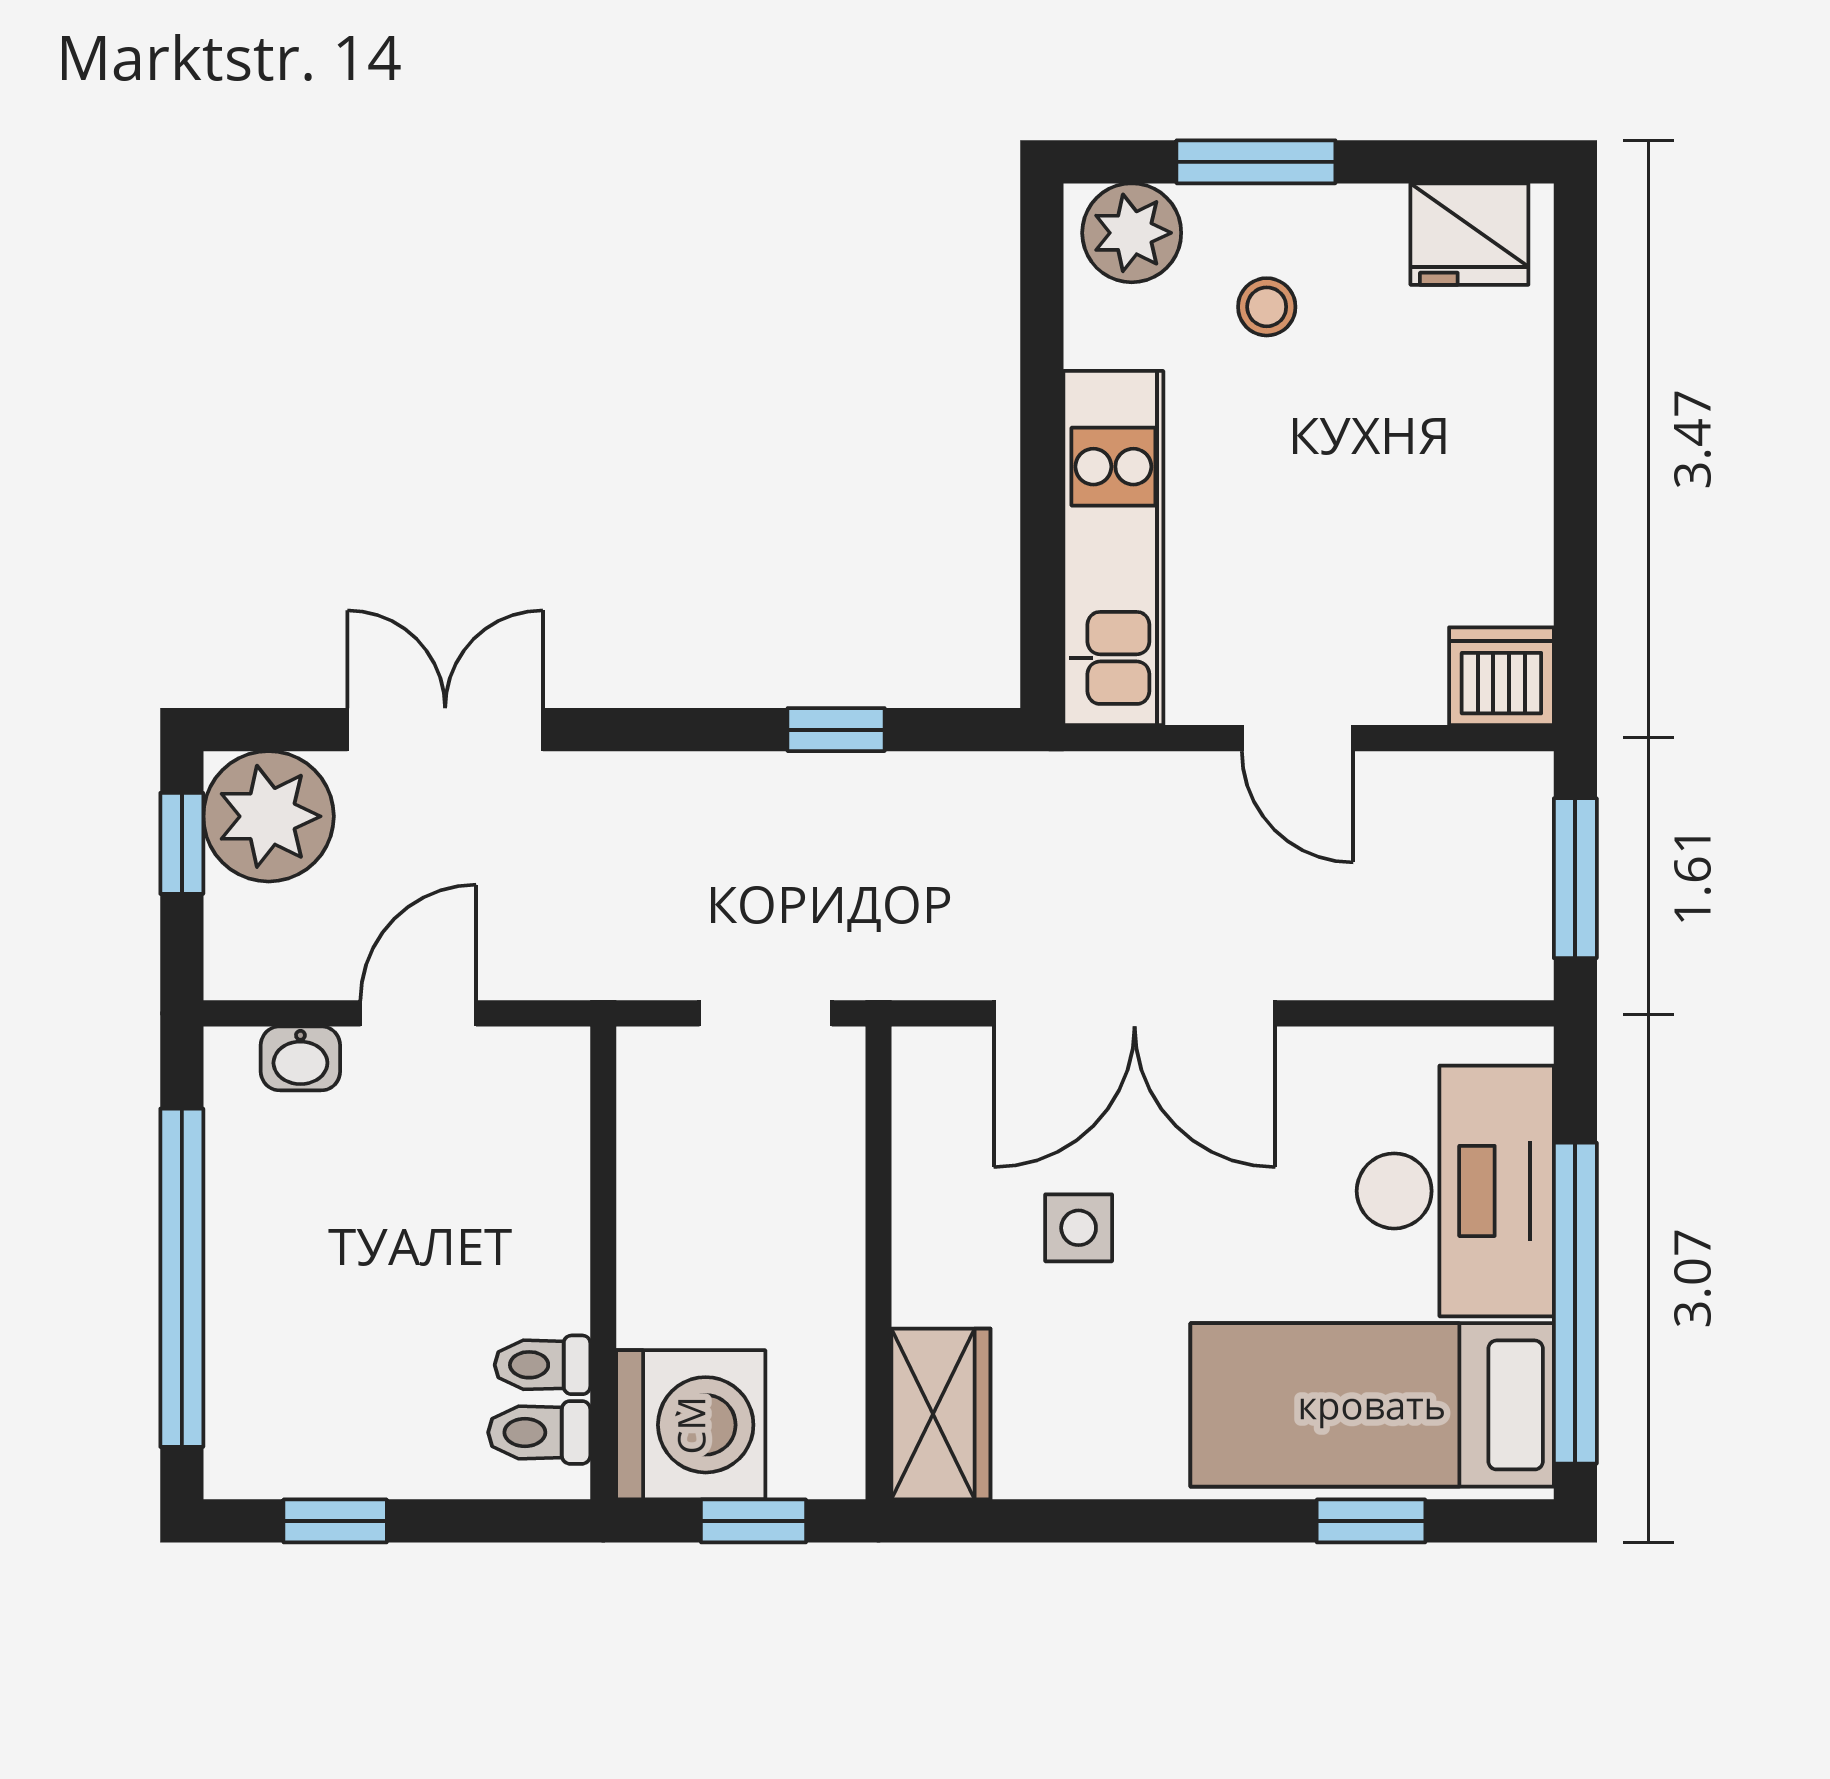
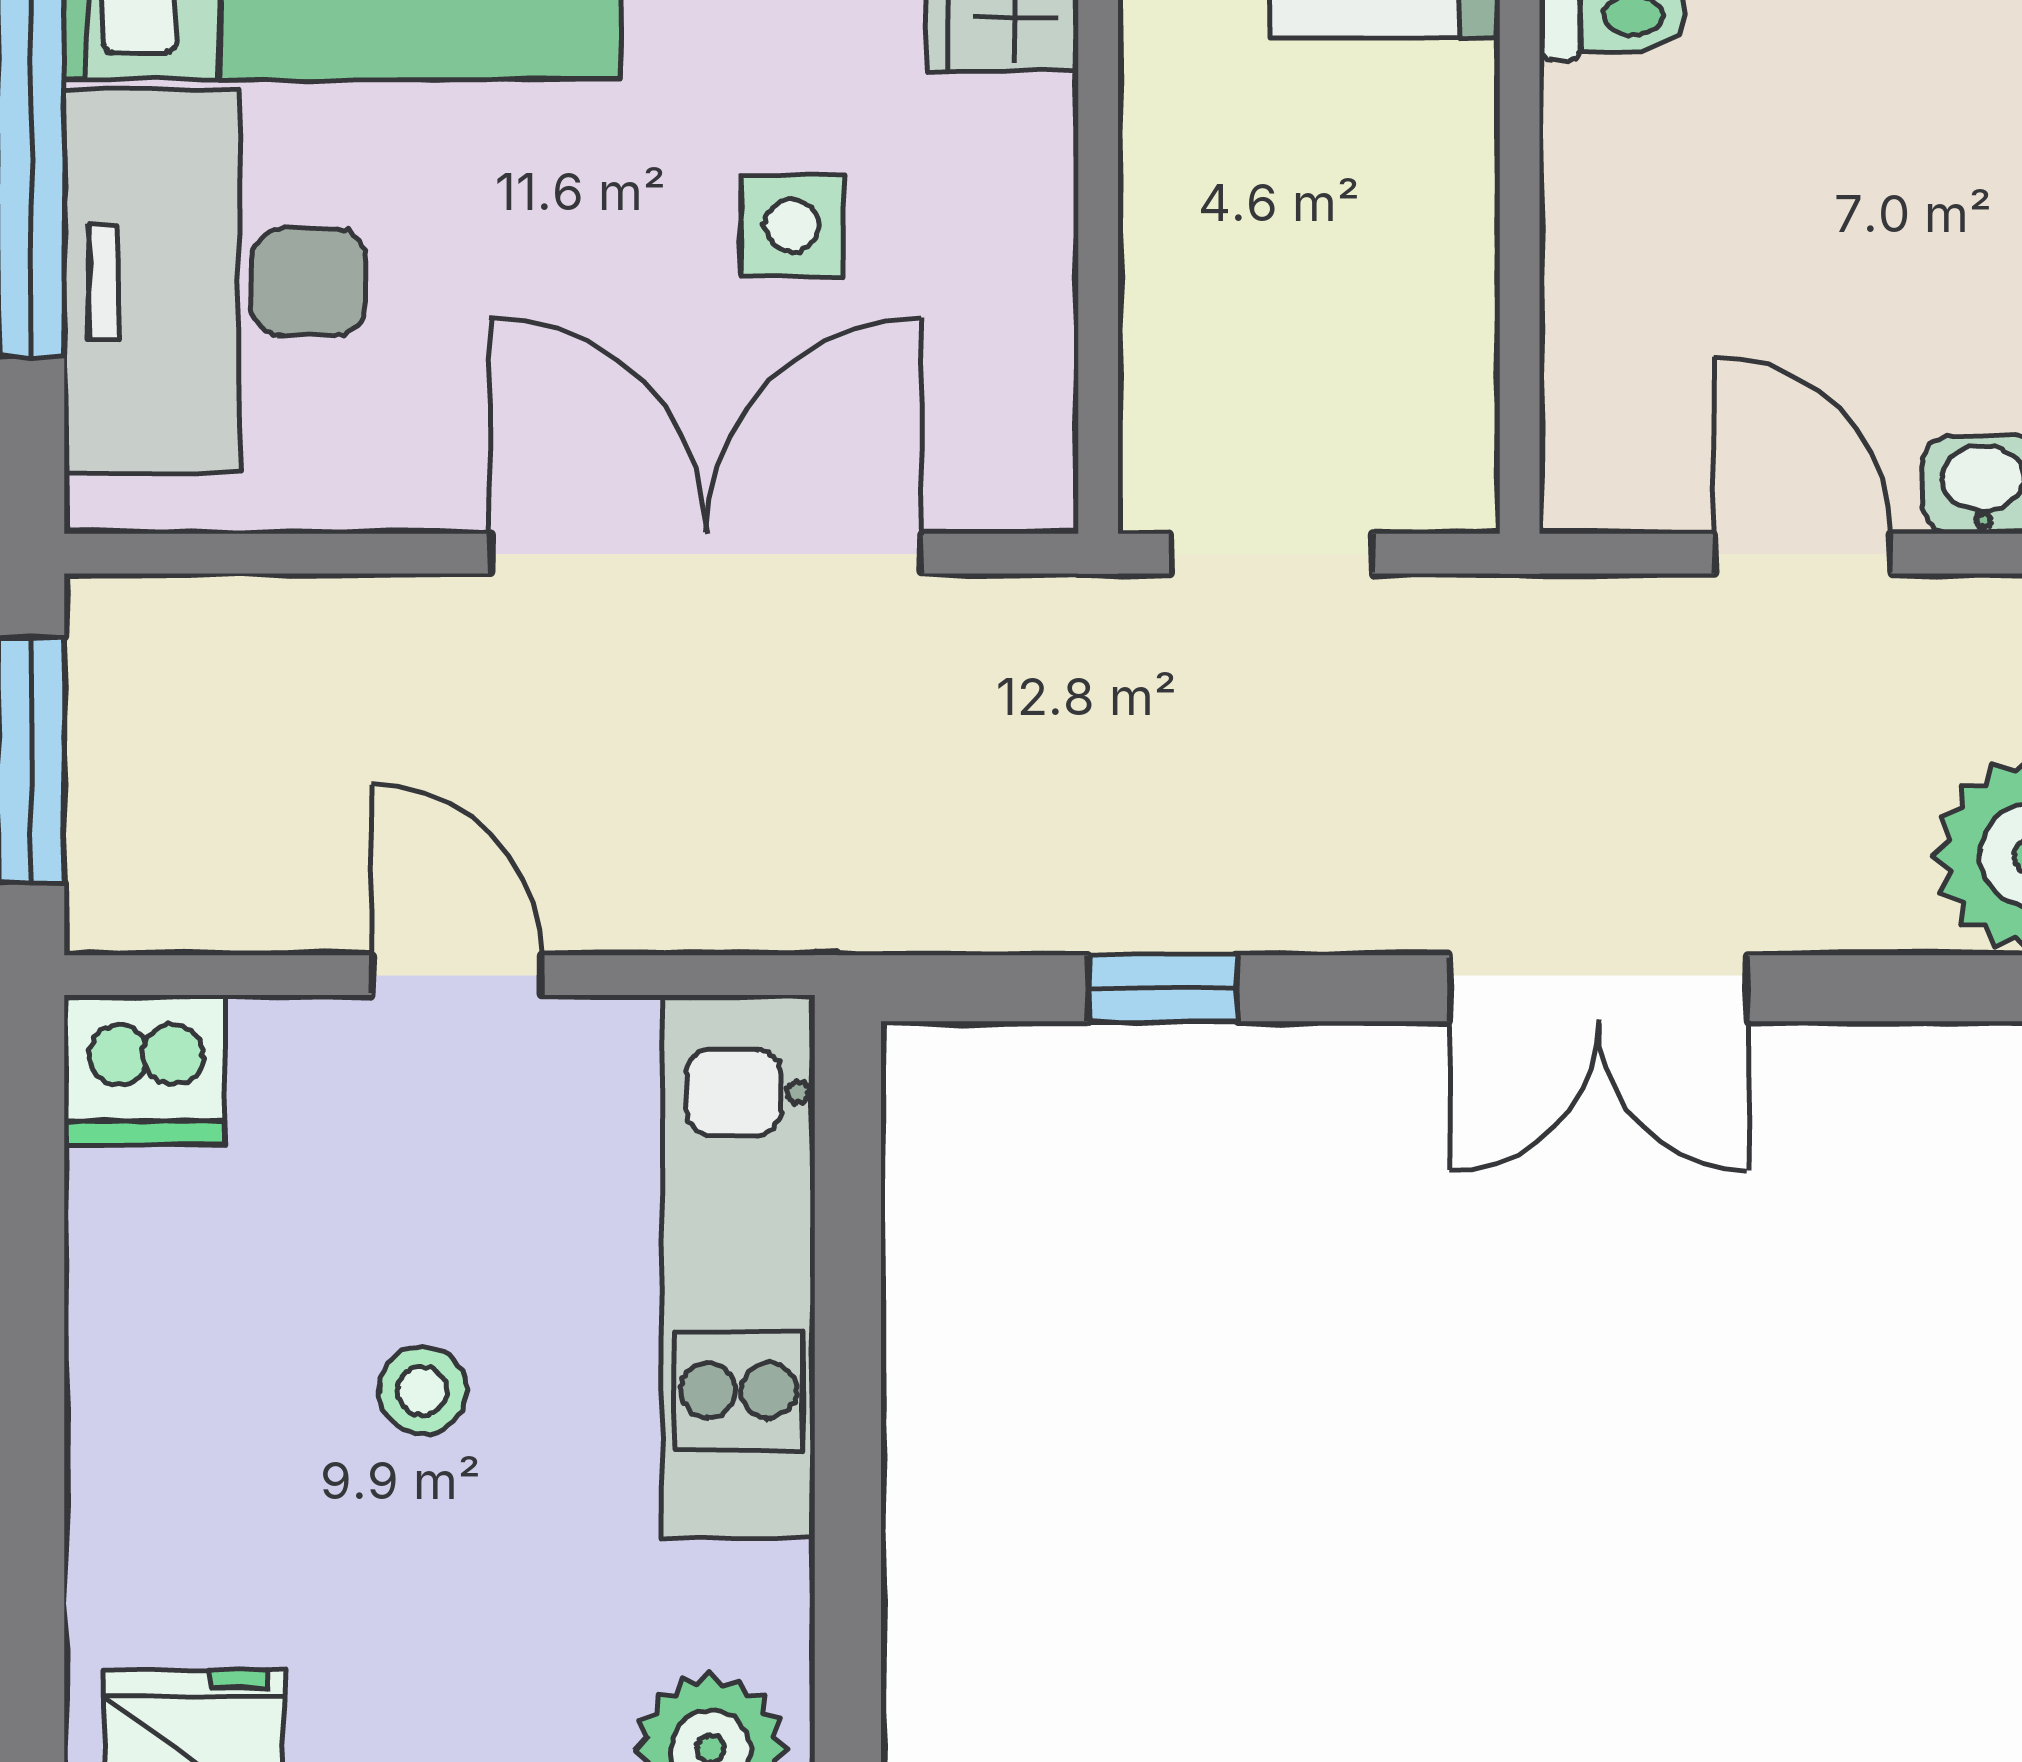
stool: (1267, 307) -> (423, 1390), moved
double door: (445, 730) -> (1599, 988), moved
door: (418, 1013) -> (1803, 554), swing flipped

